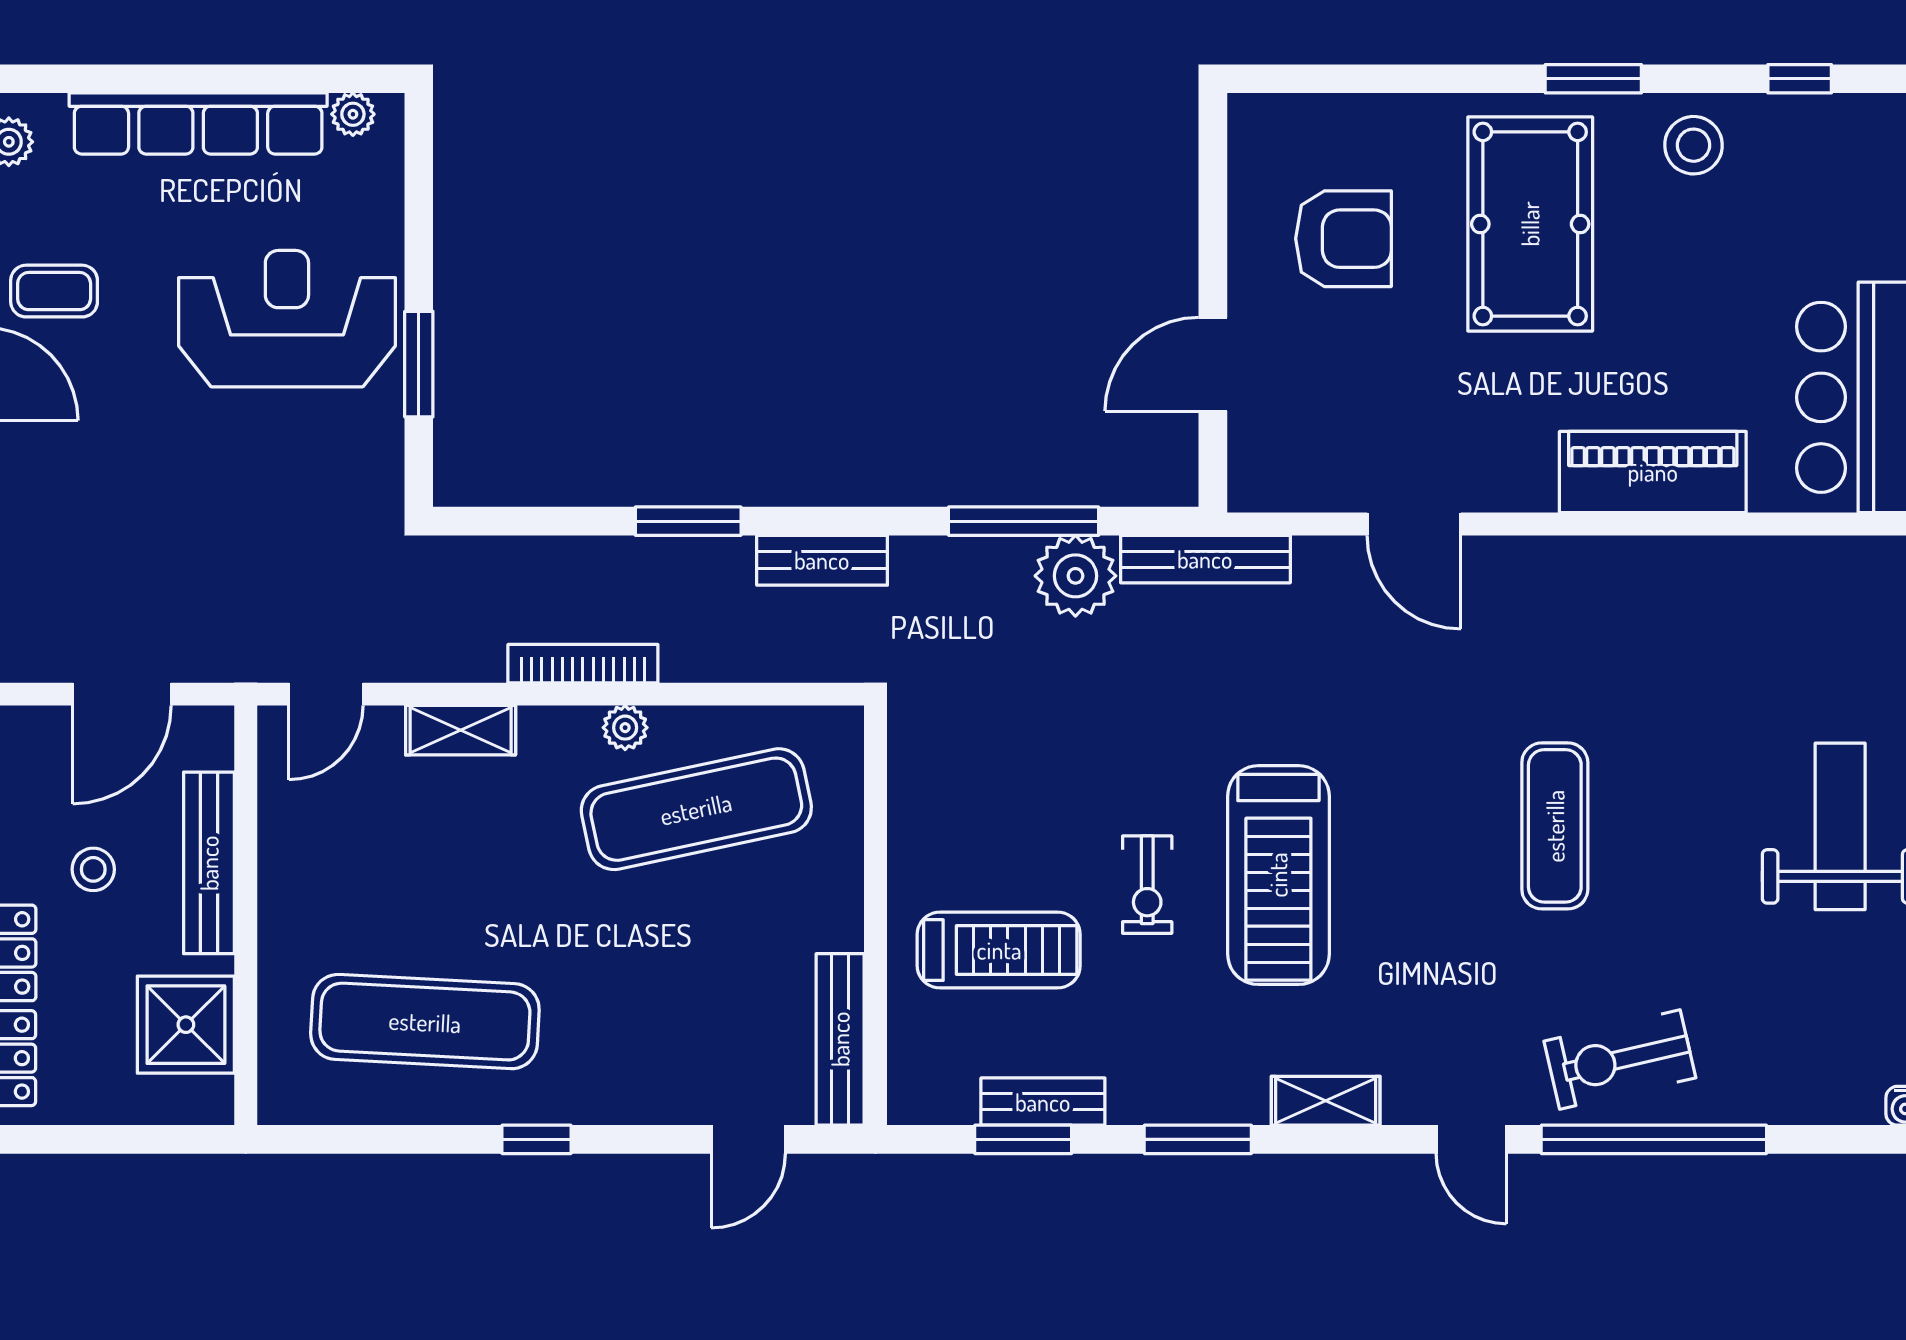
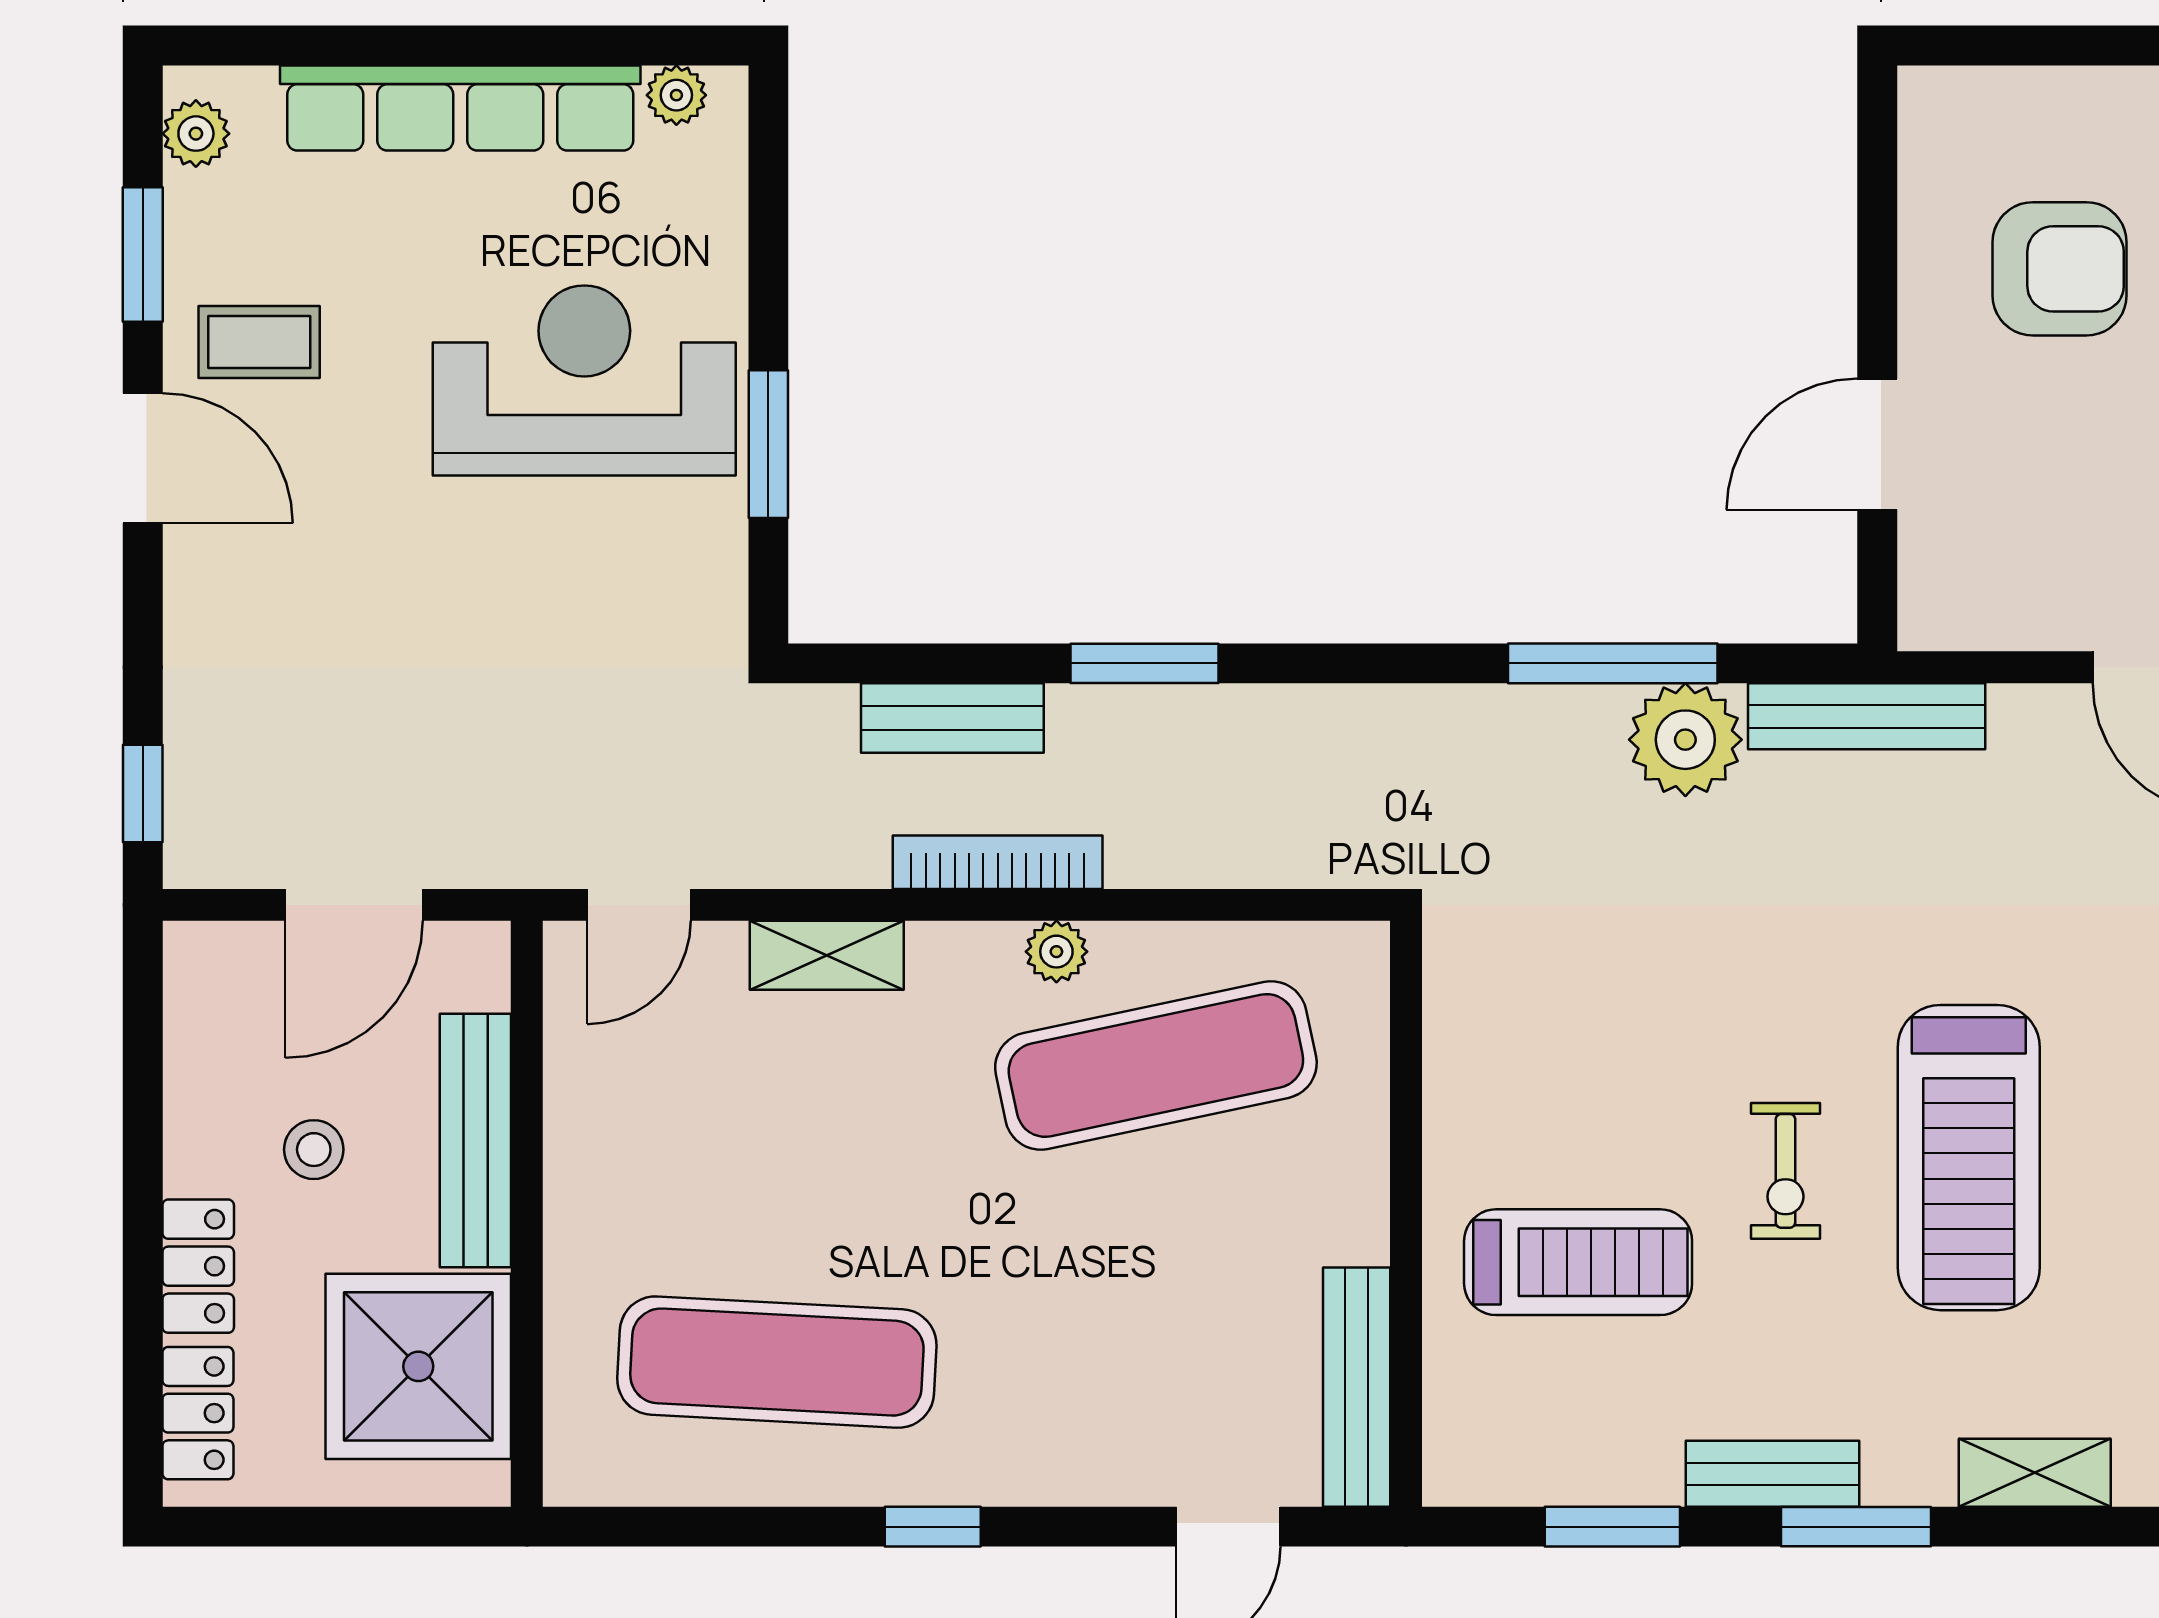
bench: (822, 560) -> (952, 718), moved
shower: (186, 1025) -> (418, 1366), width x1.37, depth x1.37
bench: (1043, 1102) -> (1773, 1474), moved

